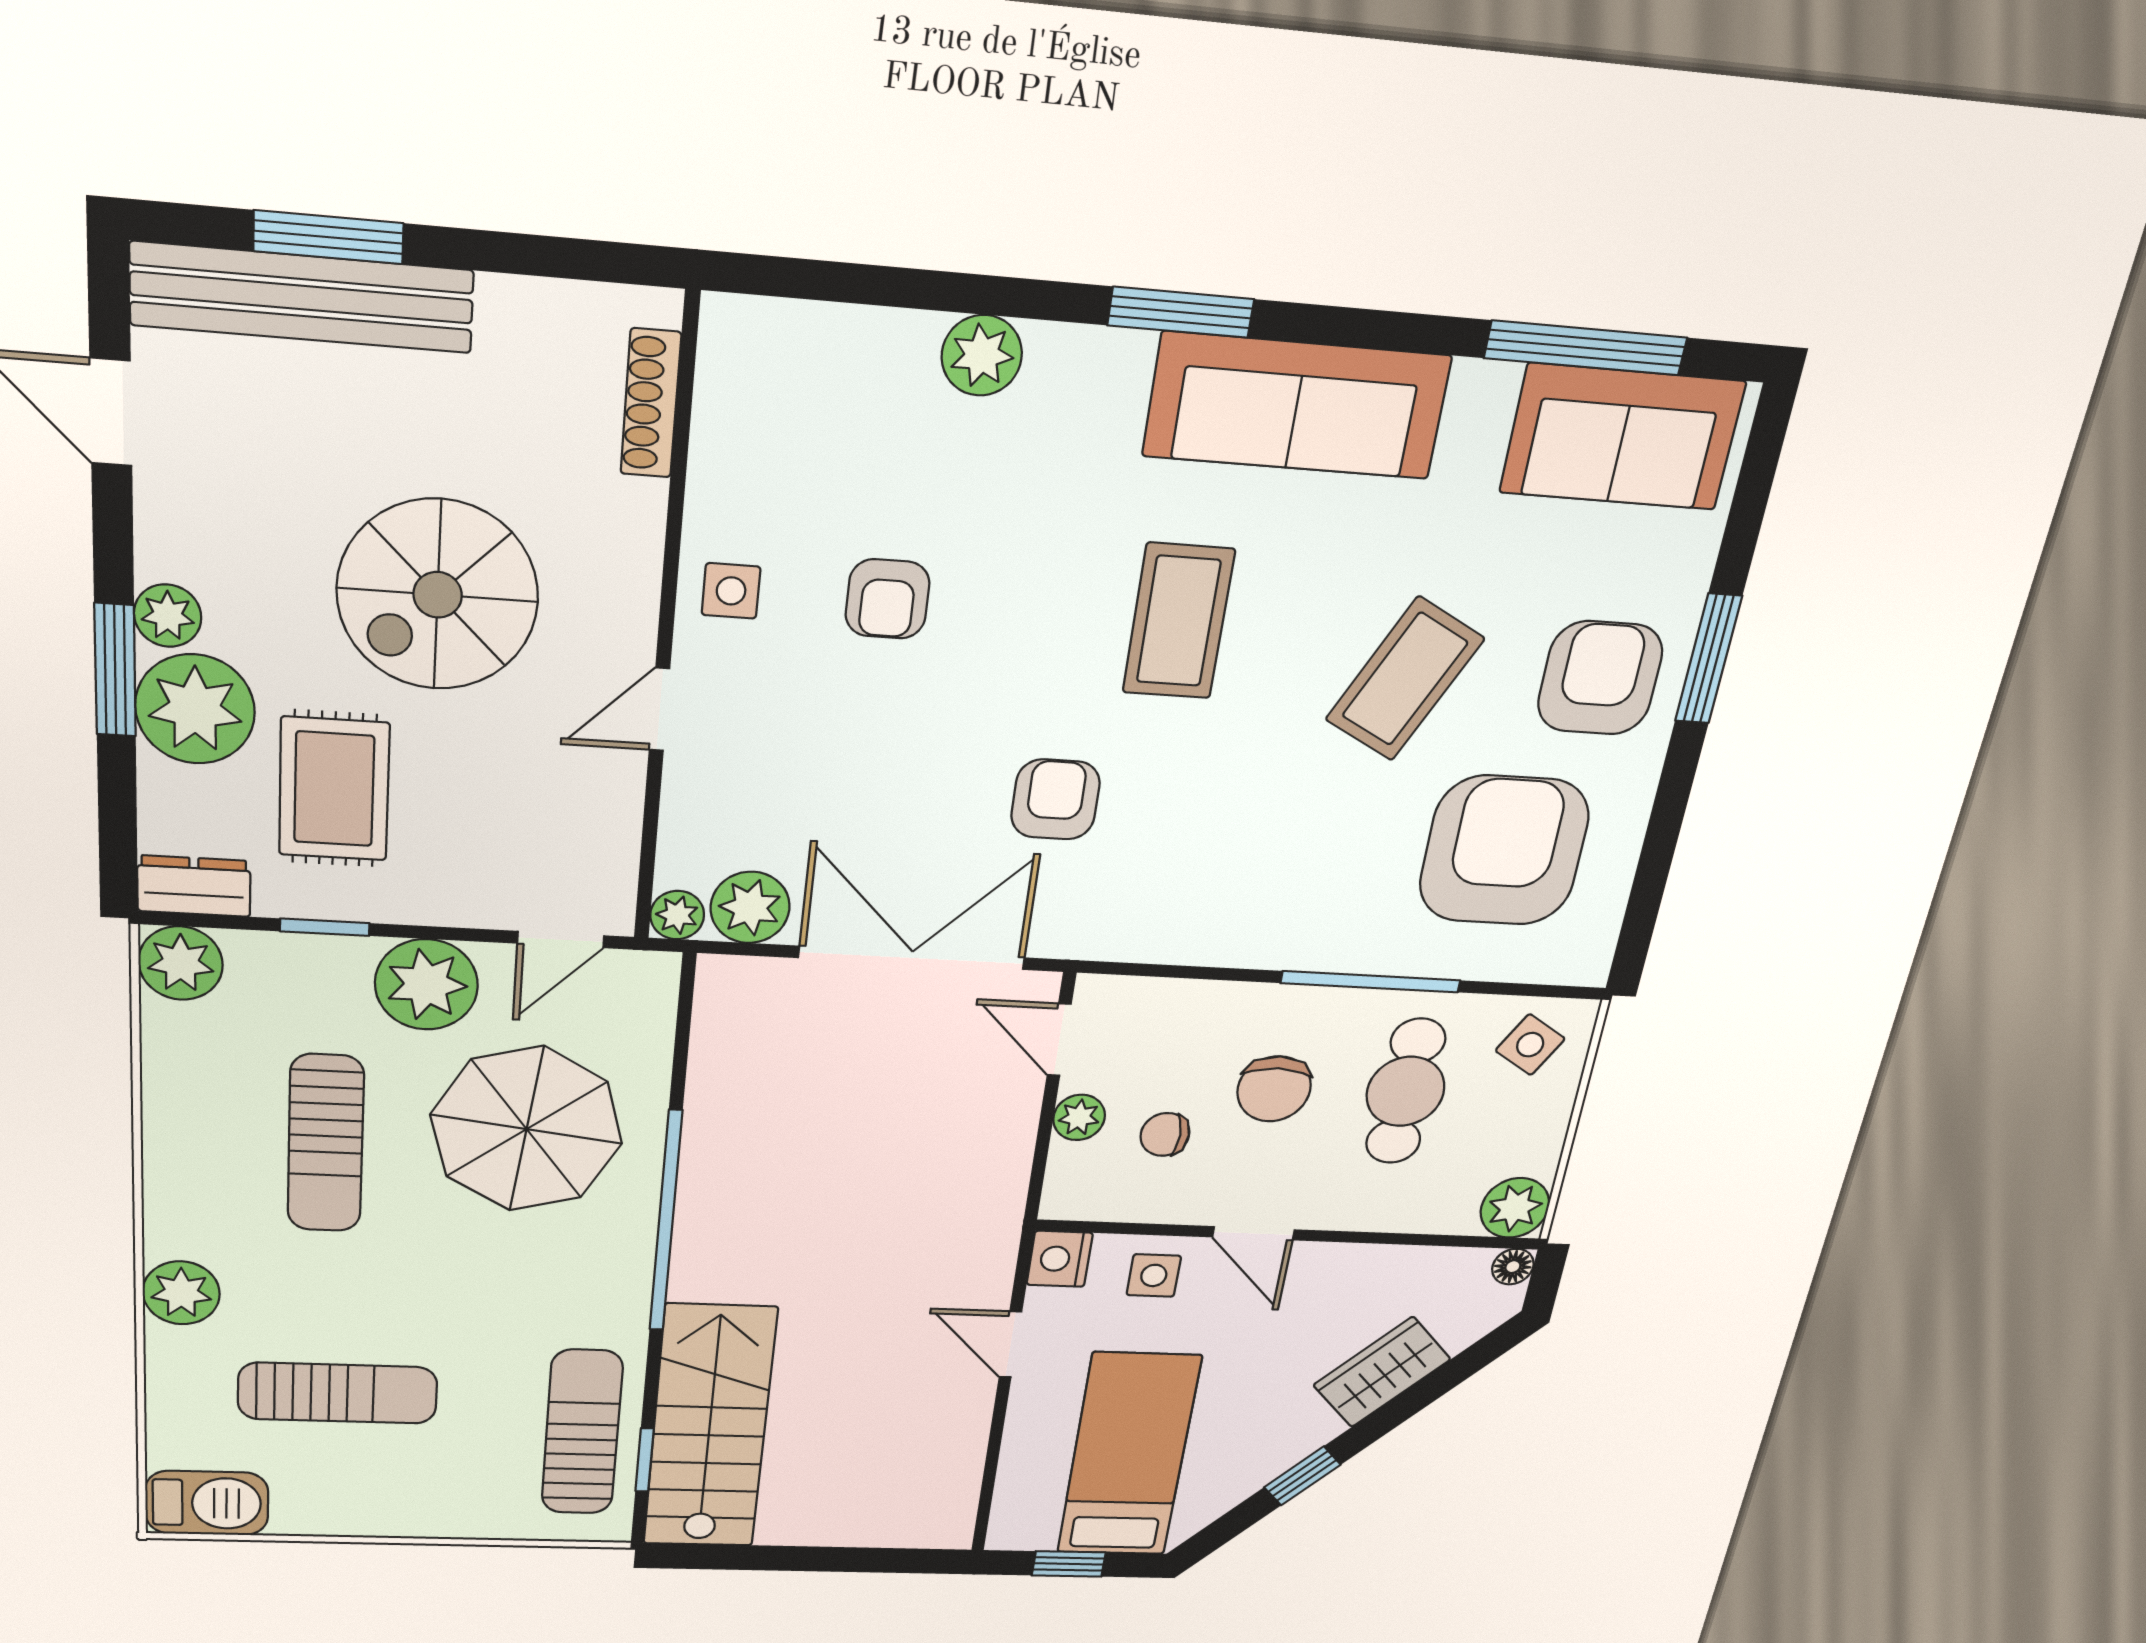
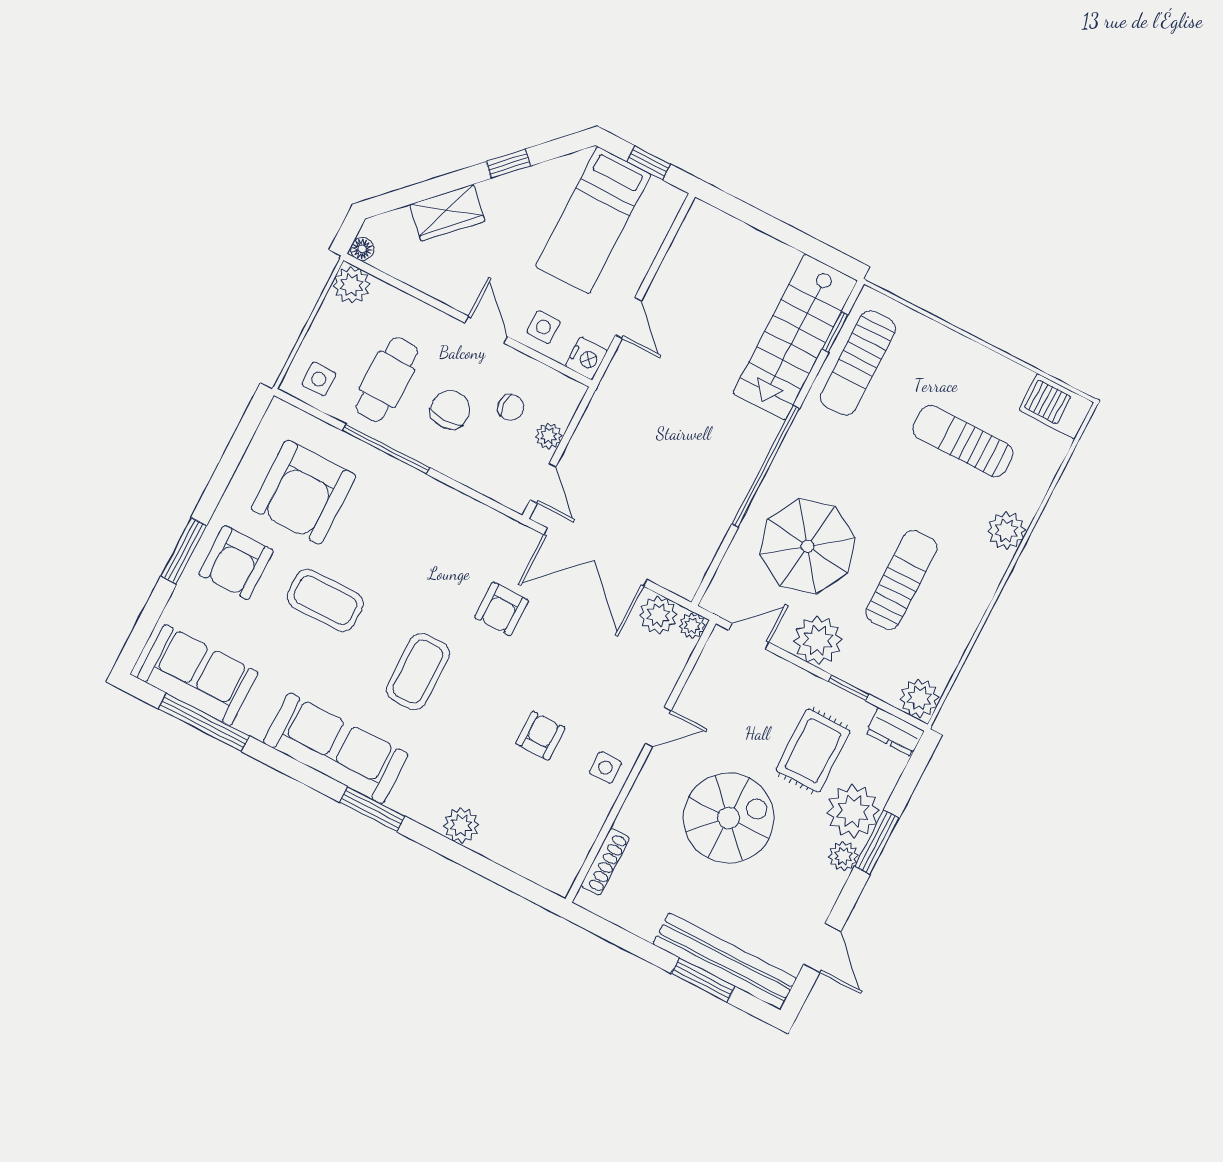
coffee table: (1405, 679) -> (325, 600), turned 63
side table: (1530, 1045) -> (319, 379), turned -31

